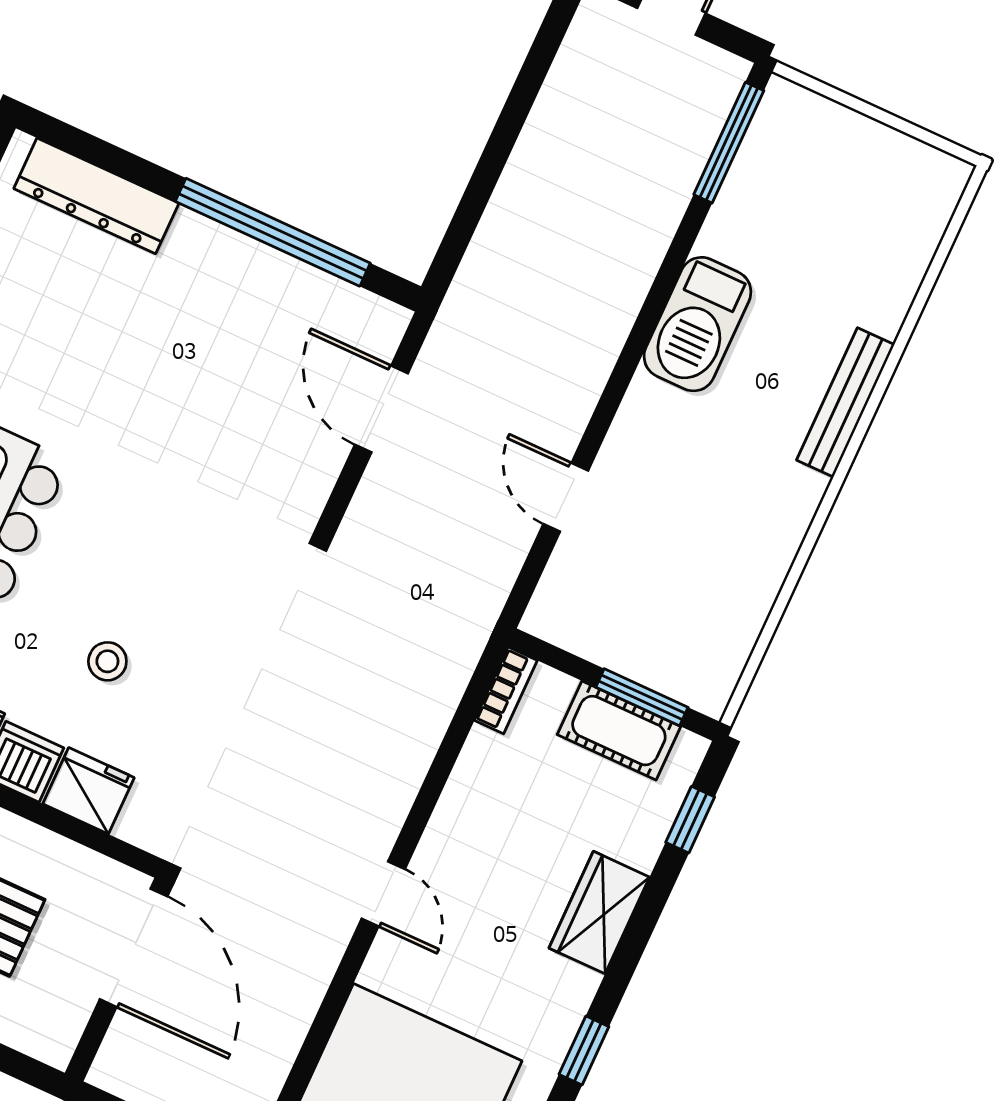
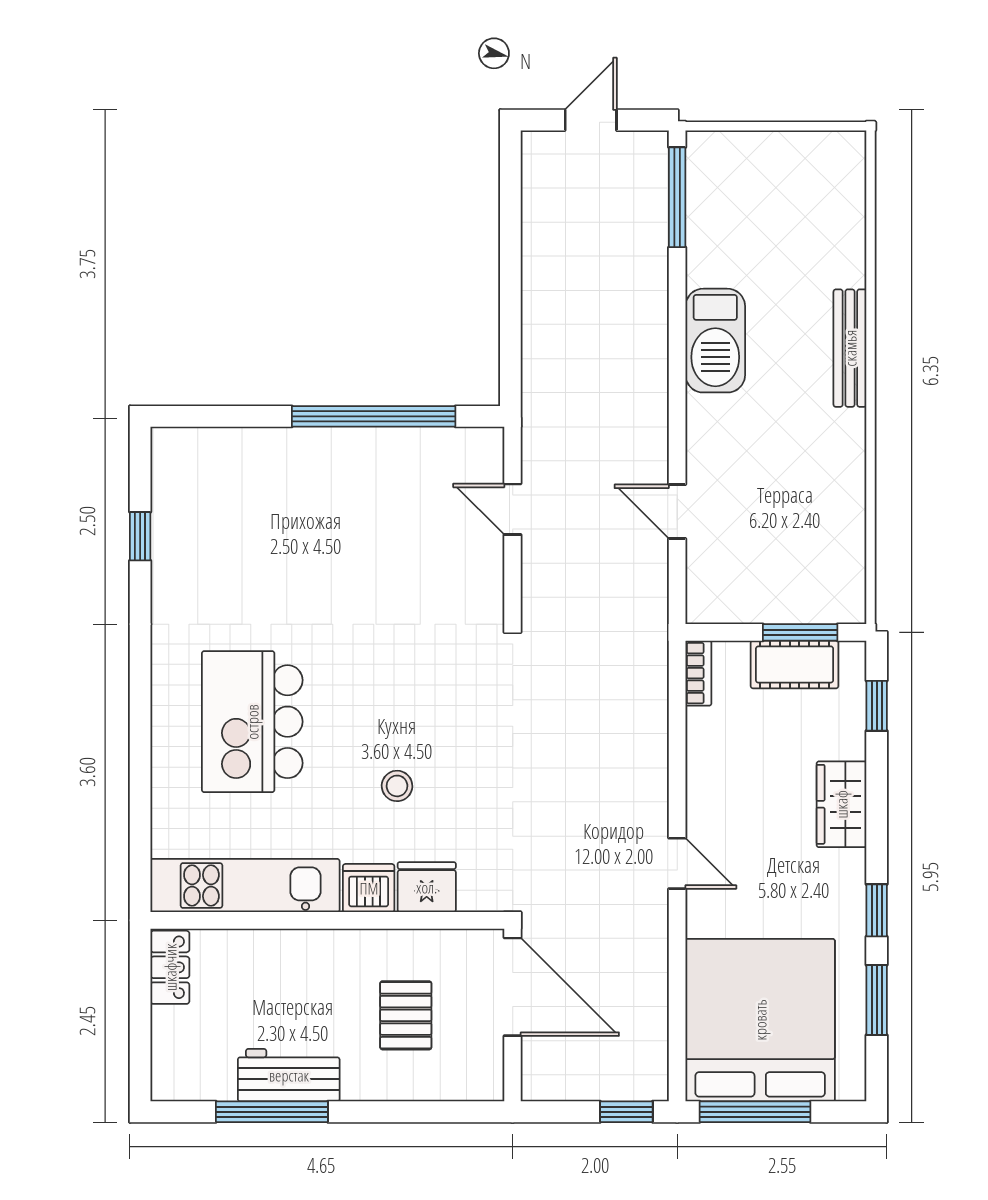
dresser: (96, 196) -> (232, 449), removed
door: (381, 409) -> (513, 509), width x0.73

